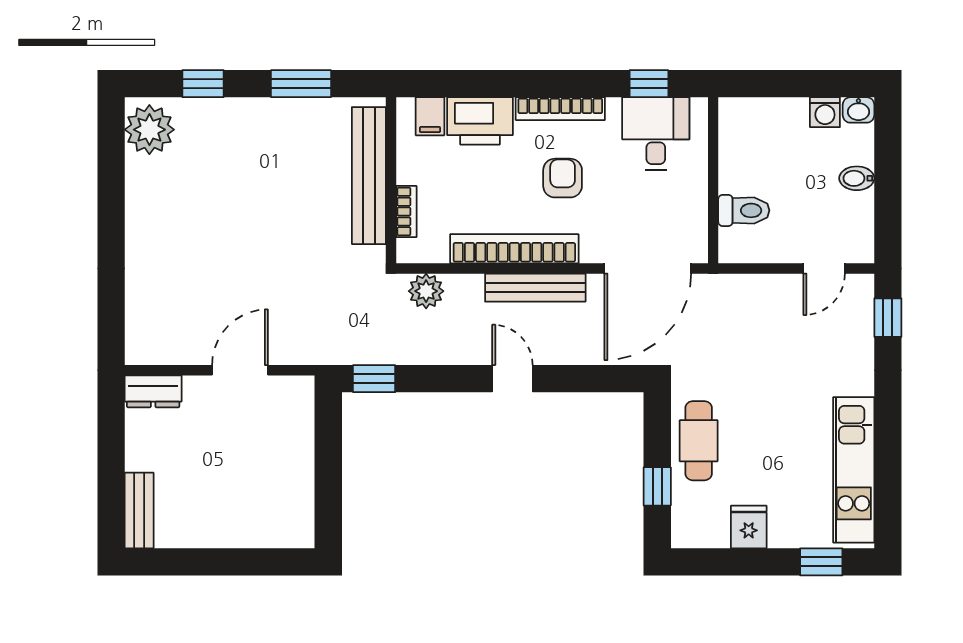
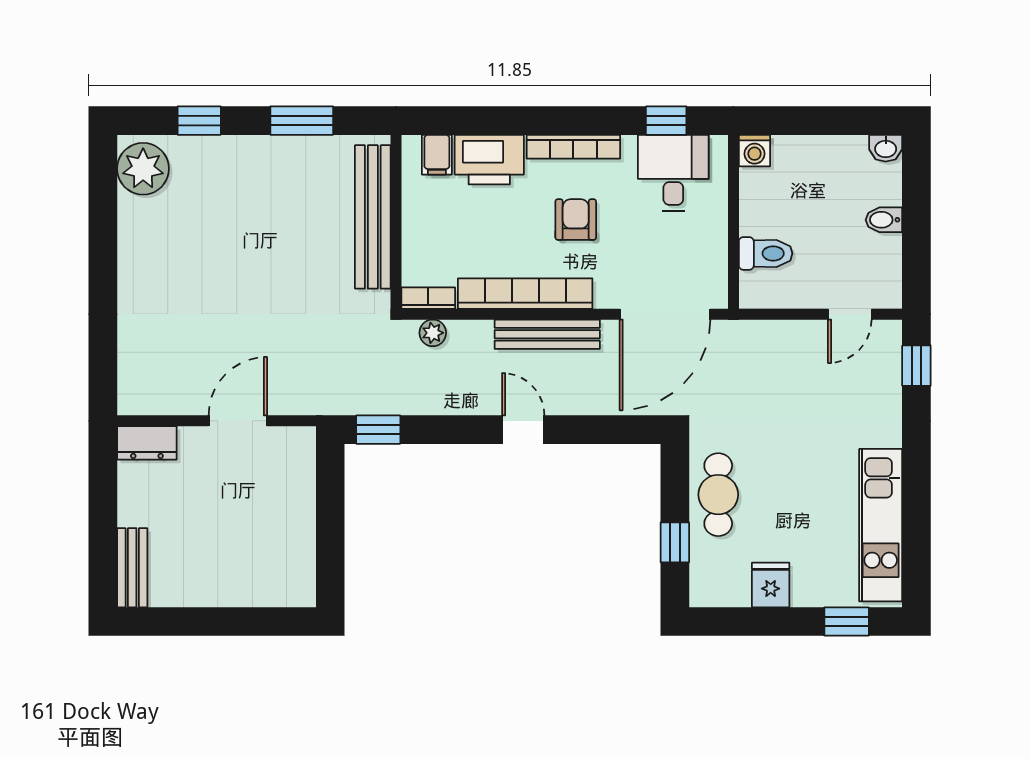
washing machine: (825, 112) -> (754, 151), moved
bookcase: (406, 212) -> (428, 298), moved, turned -90
plant: (426, 291) -> (433, 333), width x0.73, depth x0.73

